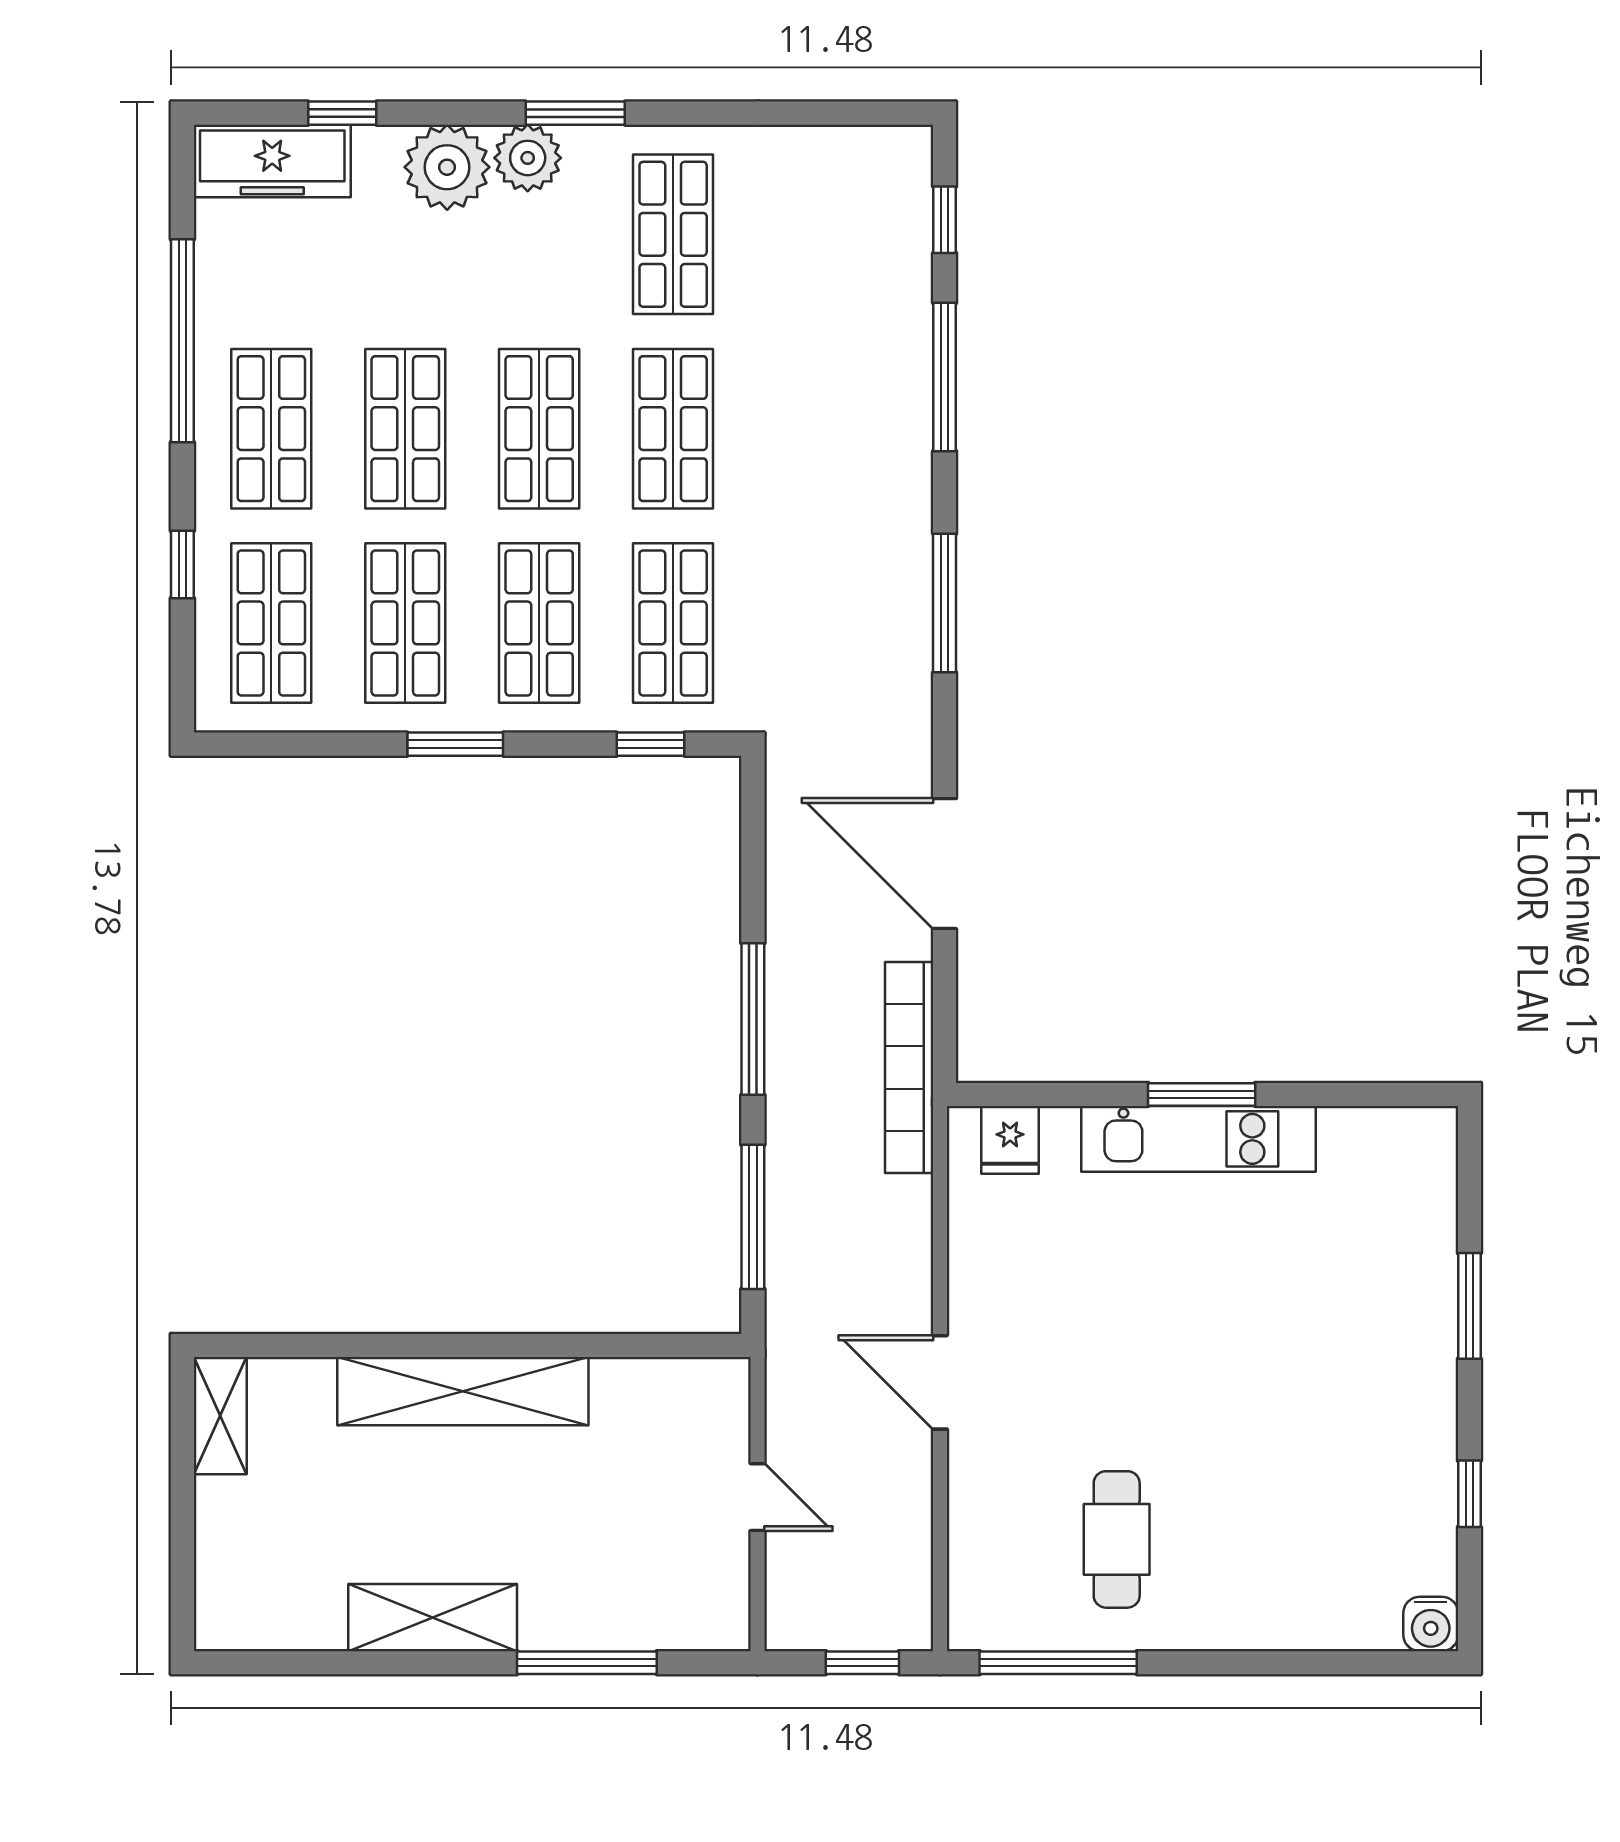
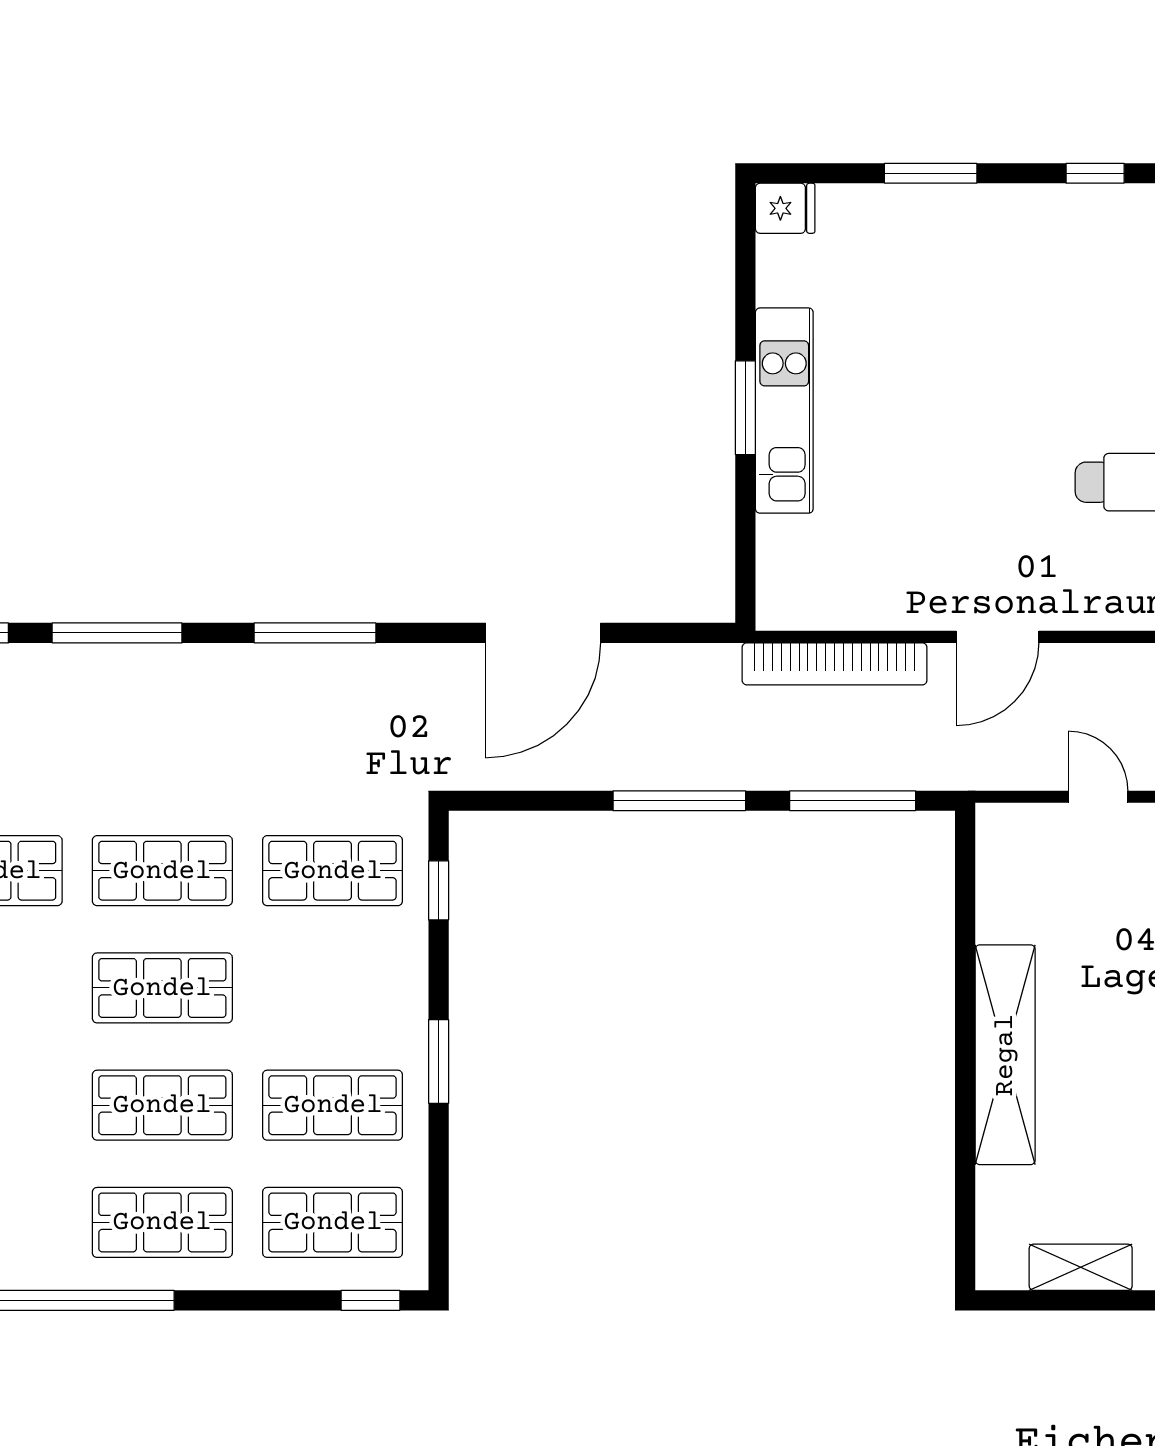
window: (182, 565) -> (370, 1300), moved
shop shelf: (539, 623) -> (333, 988), removed
bookcase: (909, 1068) -> (835, 664), moved
fridge: (1010, 1140) -> (785, 208), moved
shelving: (220, 1416) -> (1081, 1267), moved
door: (757, 1497) -> (1098, 797), hinge flipped

